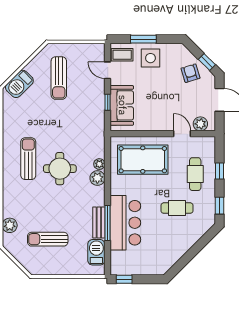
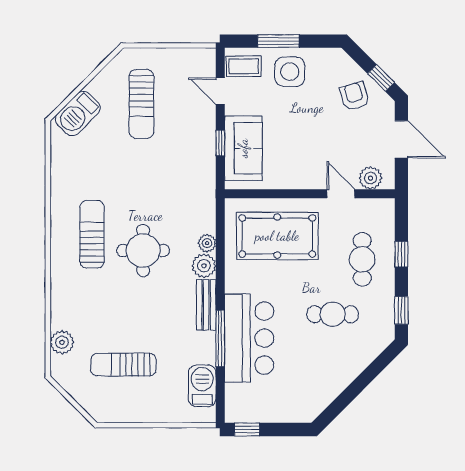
bench: (99, 223) -> (206, 305), moved

